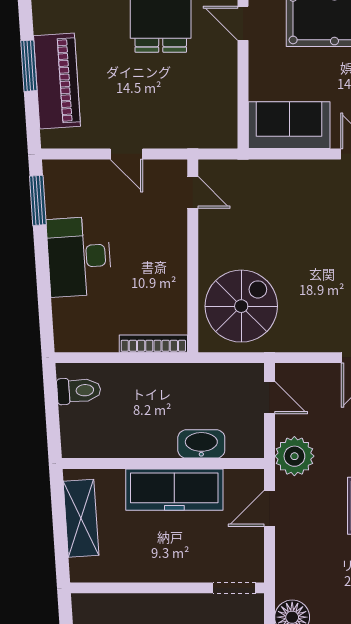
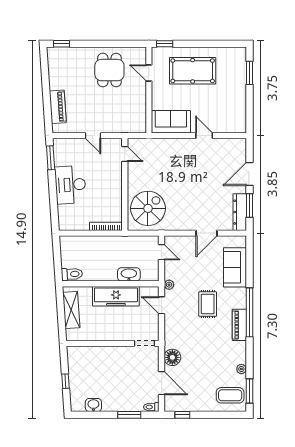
window: (29, 66) -> (46, 93), removed
piano: (57, 81) -> (58, 107), width x0.73, depth x0.75
toilet: (79, 391) -> (72, 274), moved
plant: (294, 456) -> (169, 285), width x0.53, depth x0.53
door: (269, 508) -> (162, 305), hinge flipped

